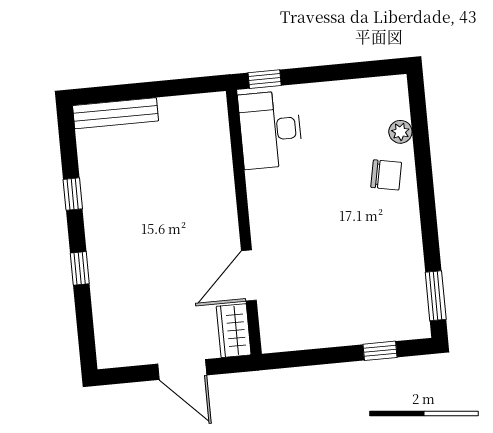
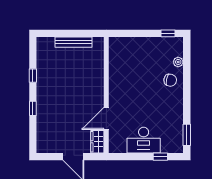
window: (265, 79) -> (168, 33), moved
bench: (116, 113) -> (73, 42), moved
desk: (270, 130) -> (144, 140), moved, turned -90

